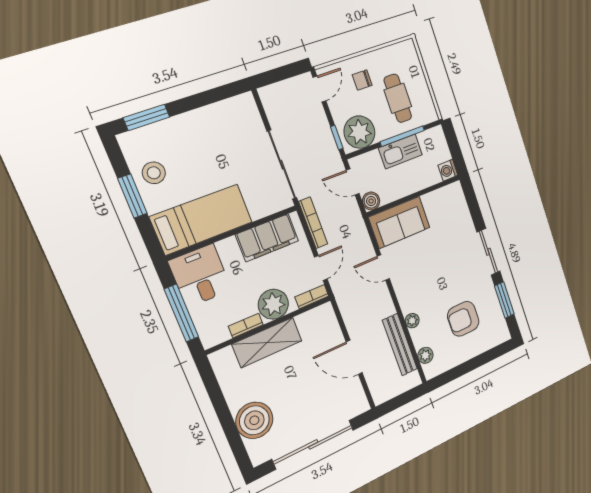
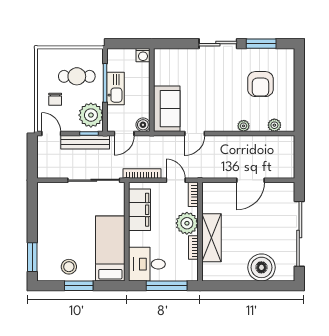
bench: (400, 345) -> (85, 142), moved

